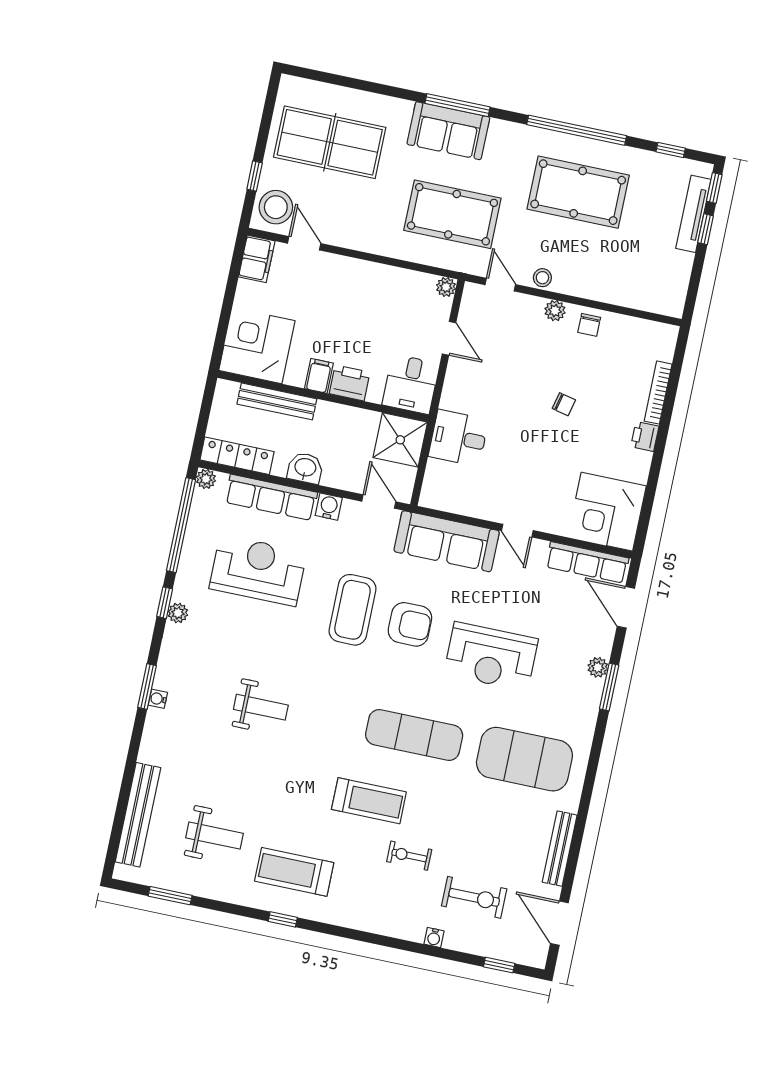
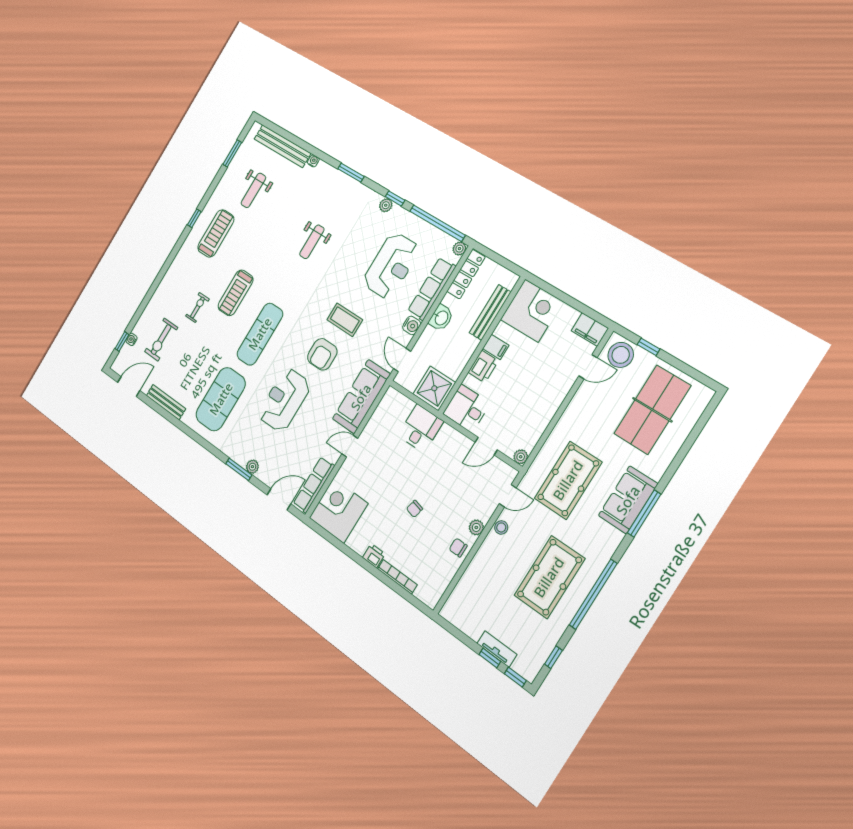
tv unit: (693, 214) -> (497, 649), width x0.71
door: (379, 501) -> (402, 360), swing flipped
coffee table: (352, 610) -> (345, 320), width x0.73, depth x0.76
water cooler: (158, 699) -> (313, 161), moved
water cooler: (434, 937) -> (132, 339), moved

